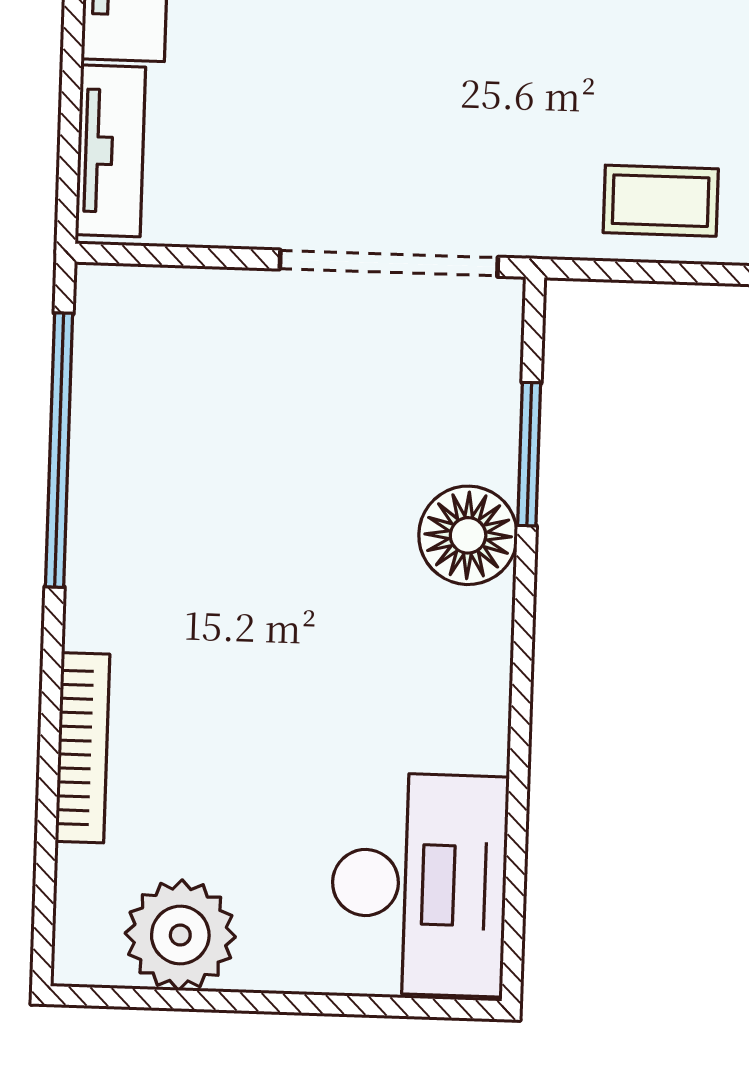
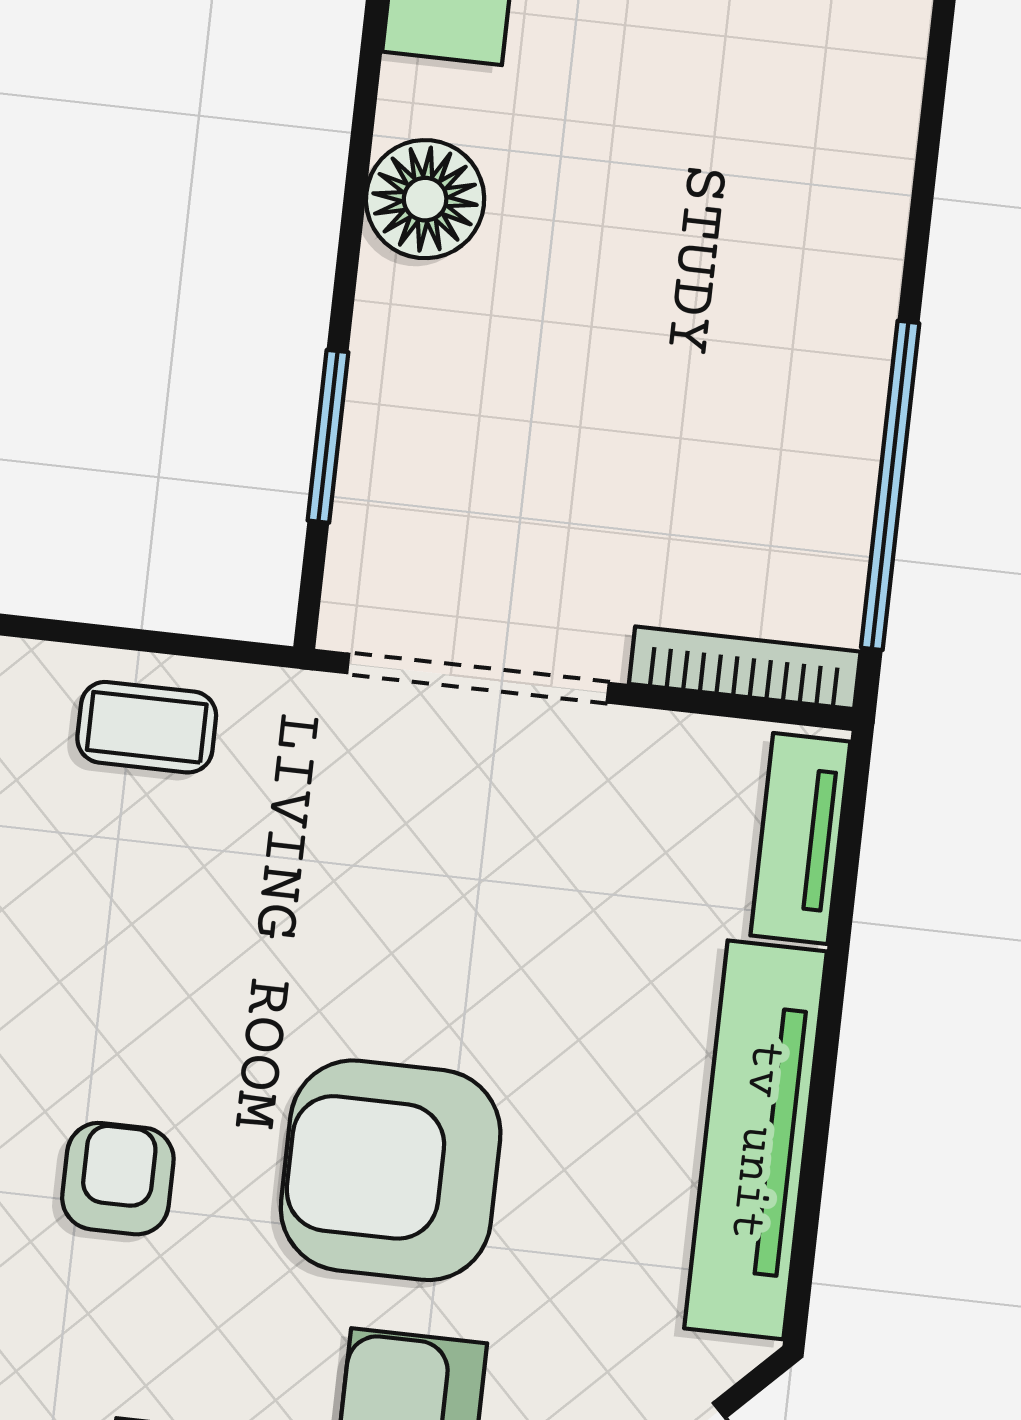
floor lamp: (468, 535) -> (425, 199), moved
bookcase: (82, 748) -> (745, 668), moved, turned 90

